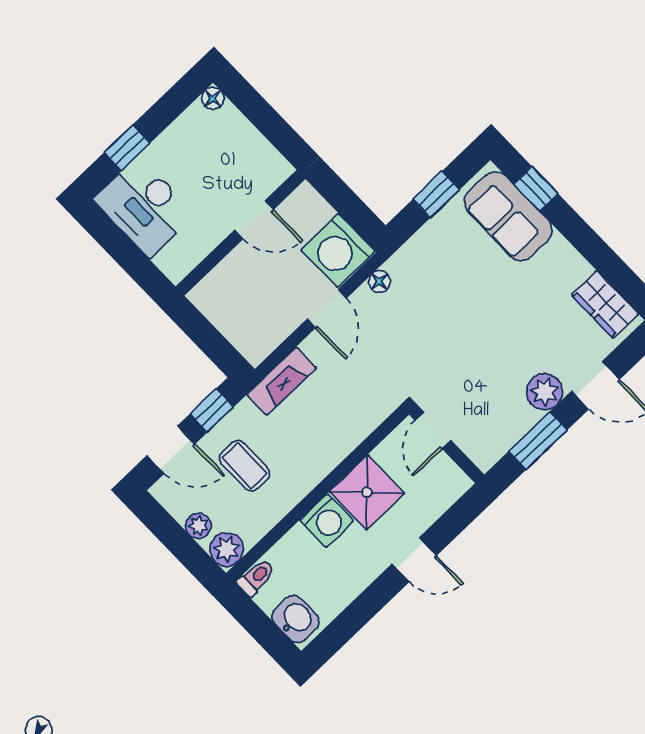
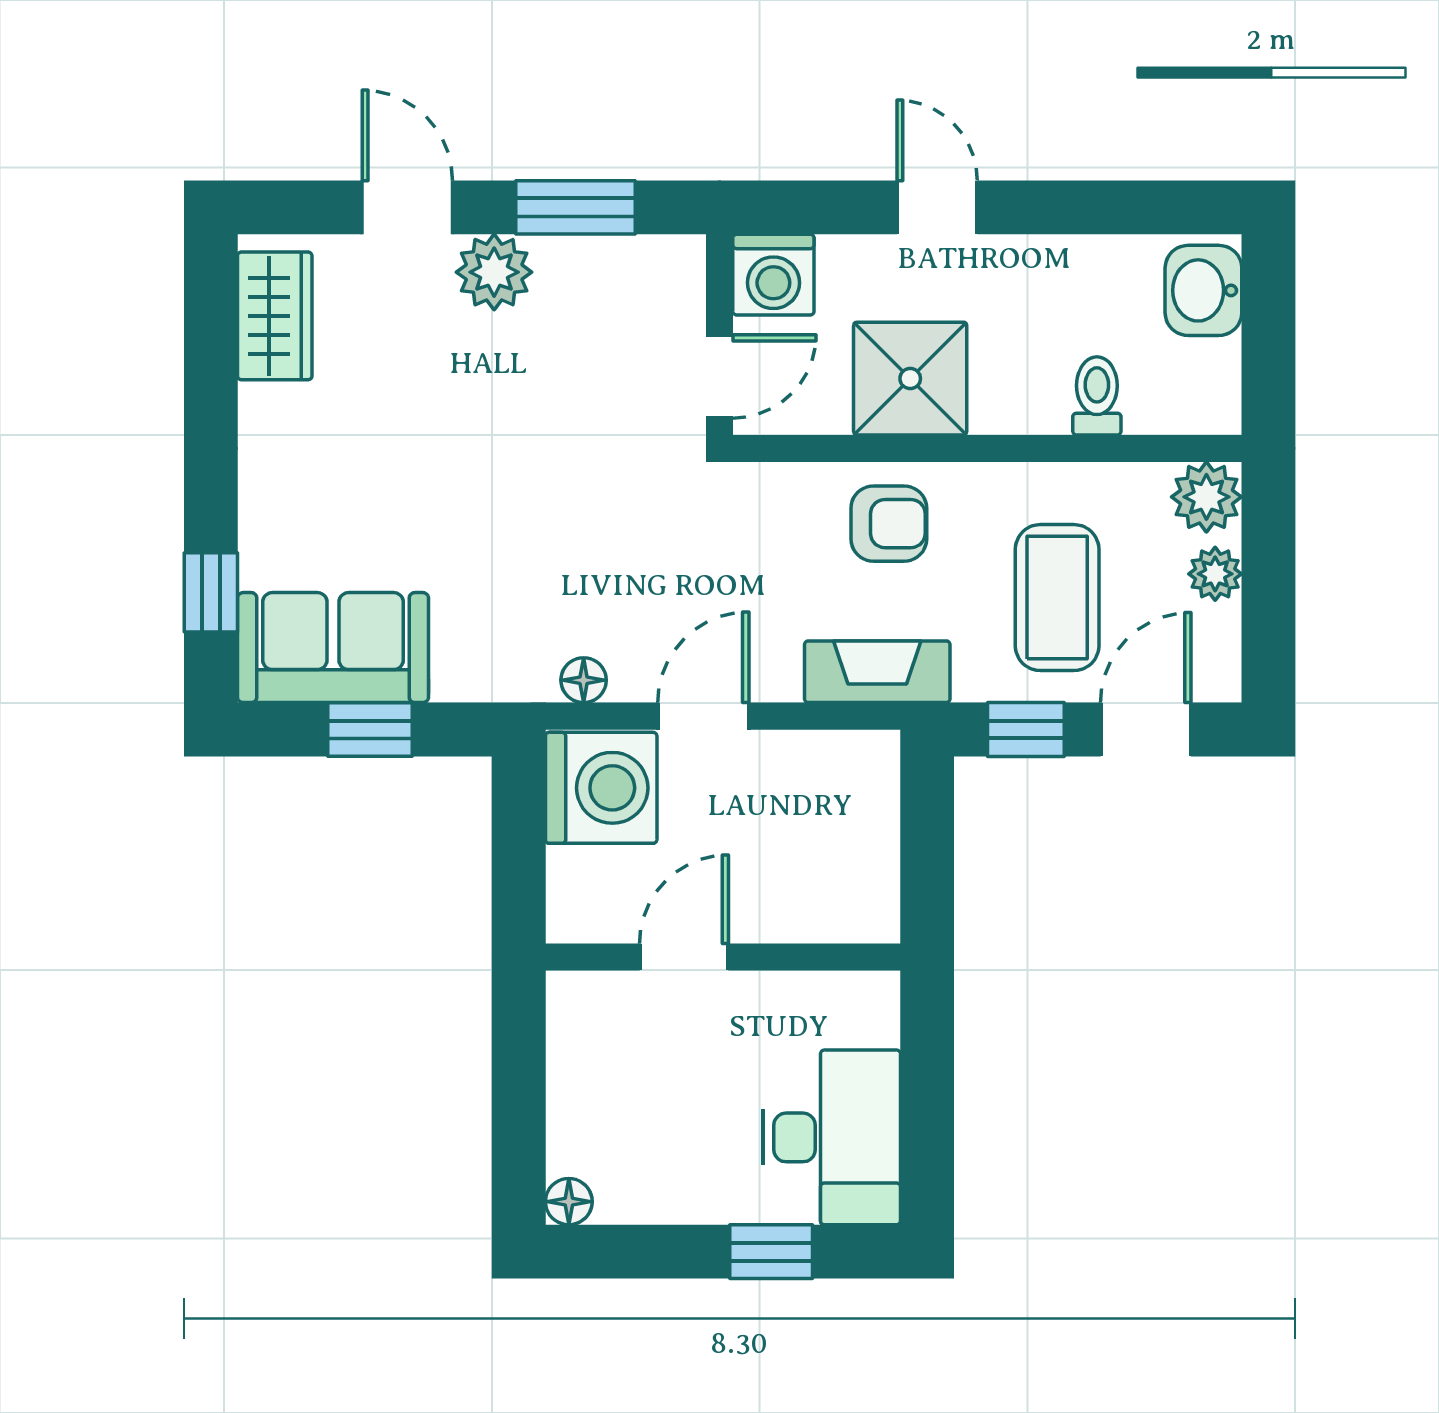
sofa: (508, 216) -> (333, 648), moved, turned -90
door: (254, 220) -> (684, 957), hinge flipped
armchair: (327, 436) -> (889, 524), added
door: (171, 450) -> (1146, 730), hinge flipped
coffee table: (245, 466) -> (1057, 598), width x1.36, depth x1.30
washing machine: (327, 521) -> (773, 275), moved, turned 180
toilet: (256, 577) -> (1097, 396), moved, turned 90

